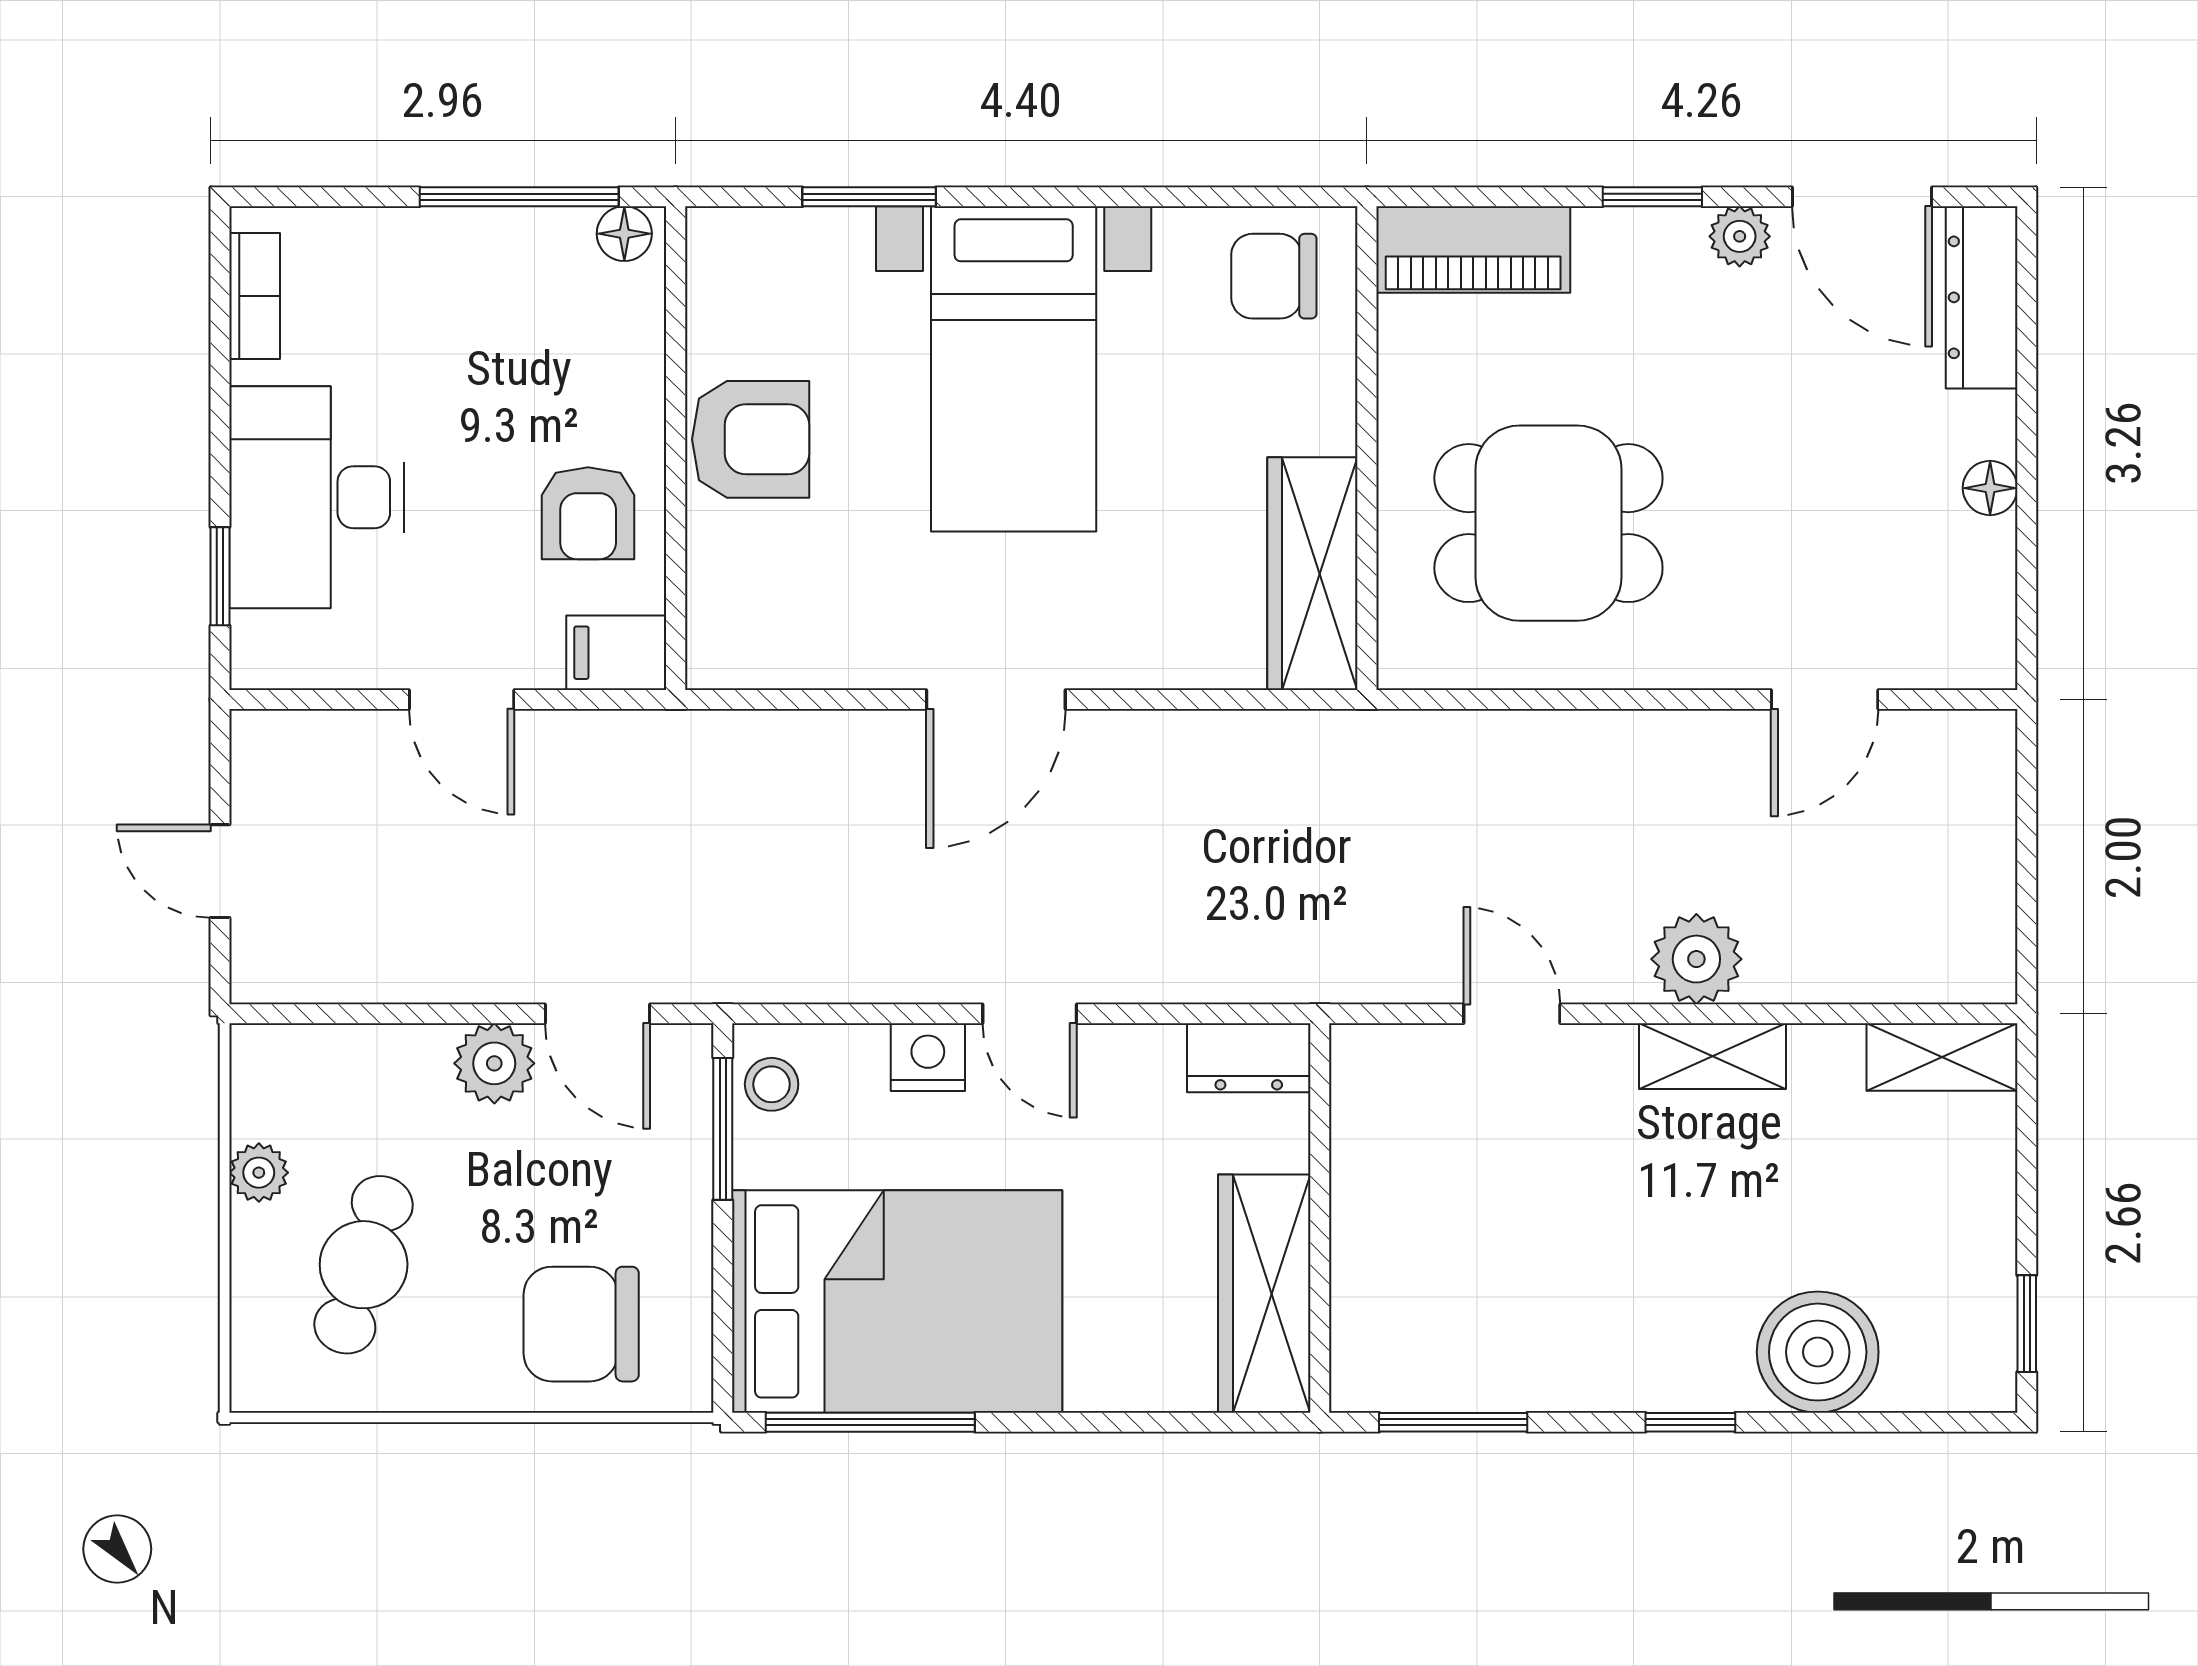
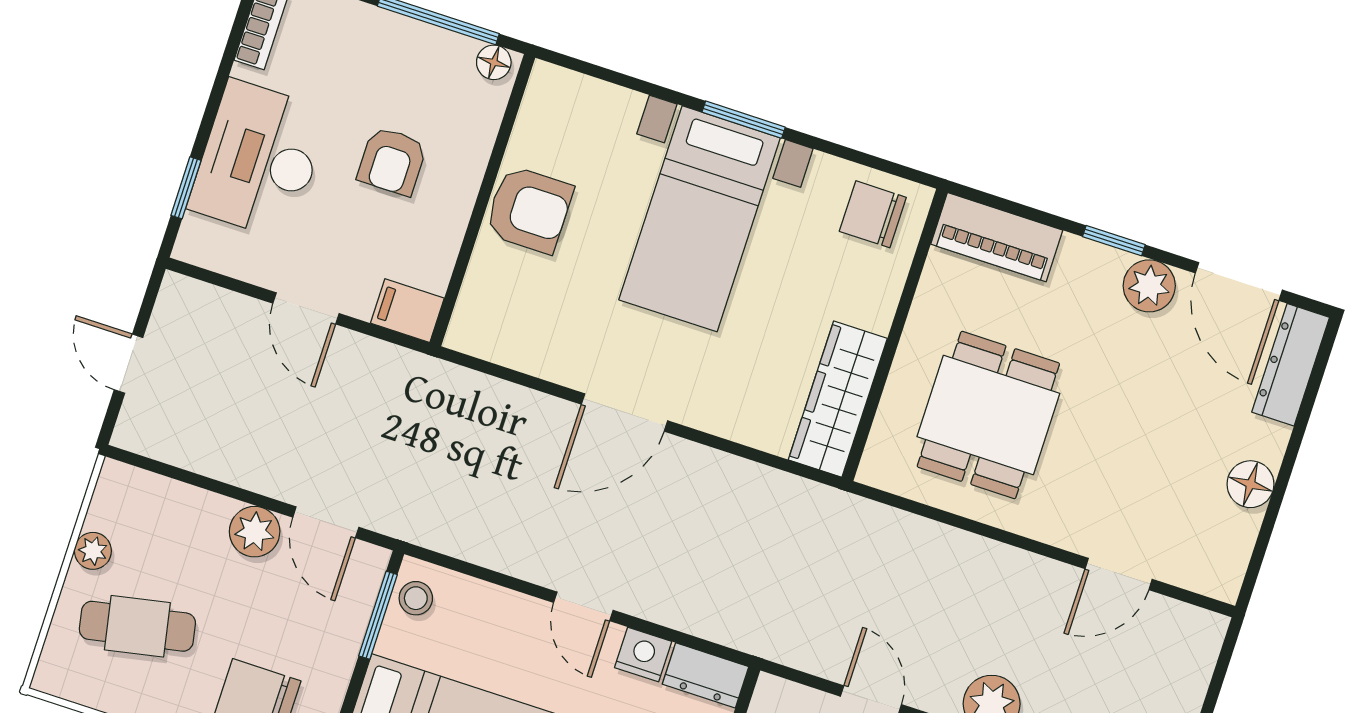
window: (869, 197) -> (744, 120), moved
plant: (1740, 236) -> (1149, 286), width x1.38, depth x1.38
floor lamp: (1990, 488) -> (1250, 484), width x1.37, depth x1.37
armchair: (588, 513) -> (392, 161), moved
dining table: (1548, 523) -> (988, 415), turned 90
nightstand: (928, 1057) -> (643, 655), moved
cafe table: (364, 1265) -> (137, 626), turned 62

